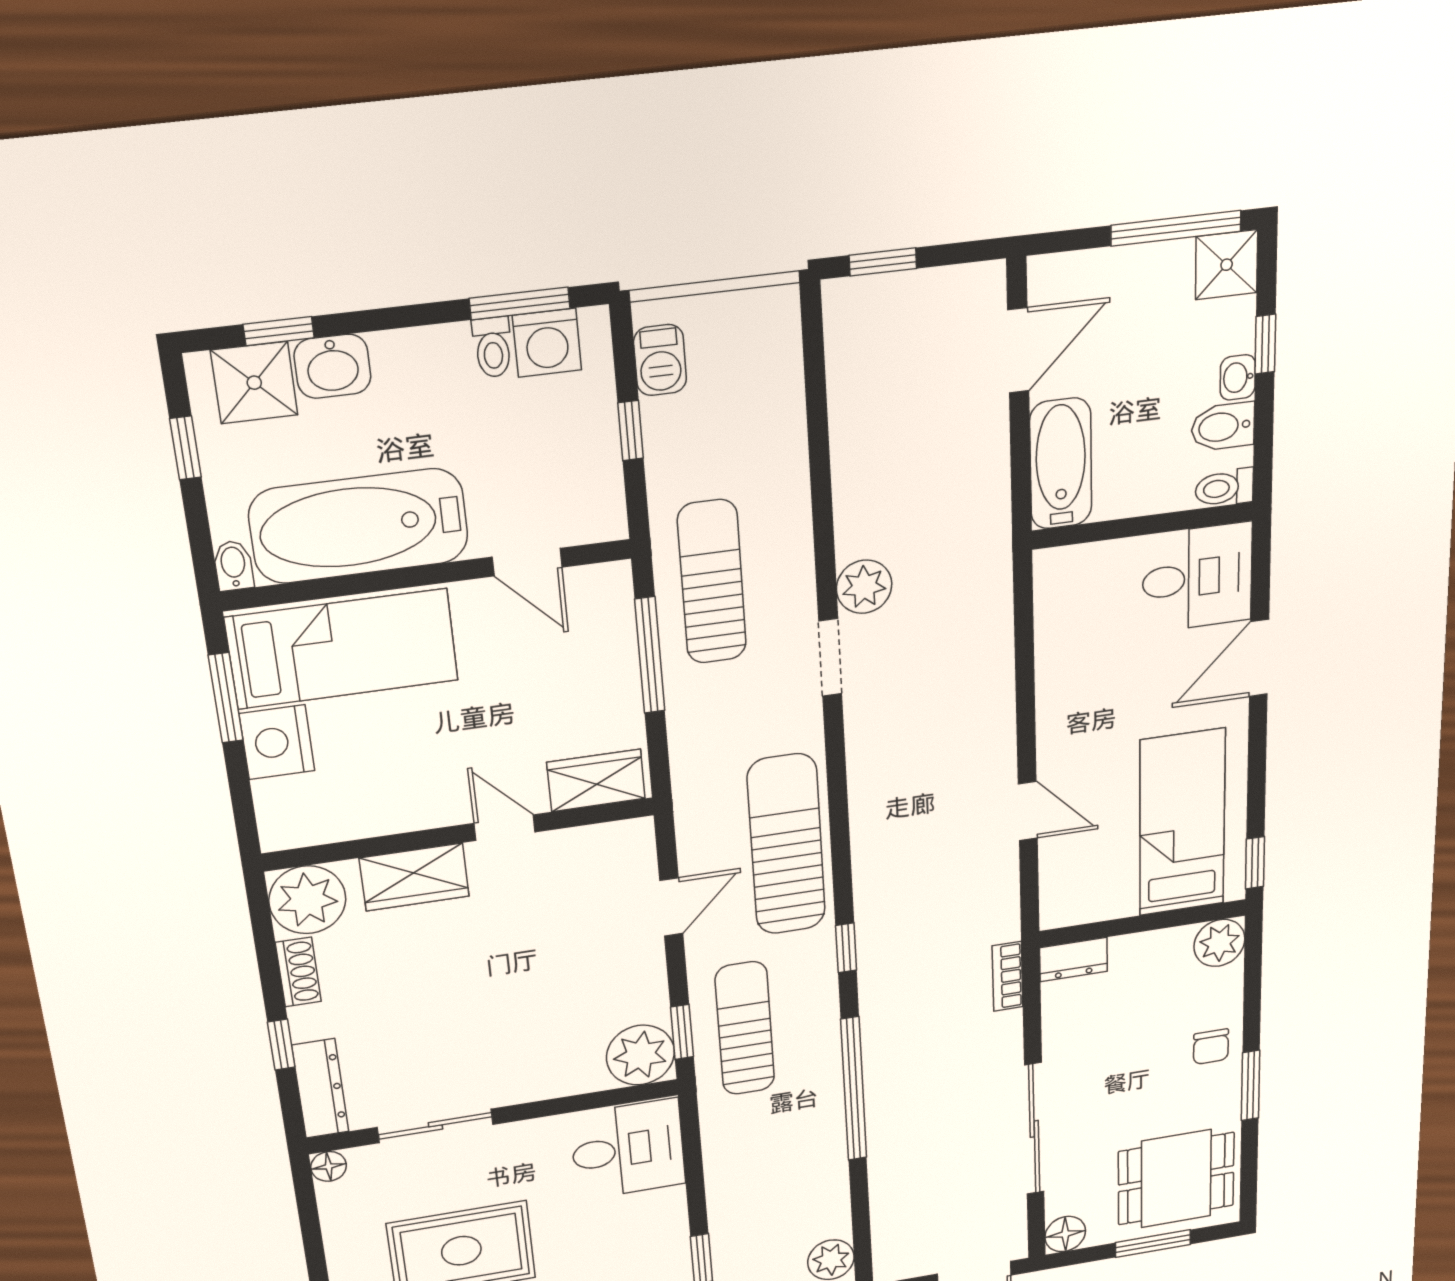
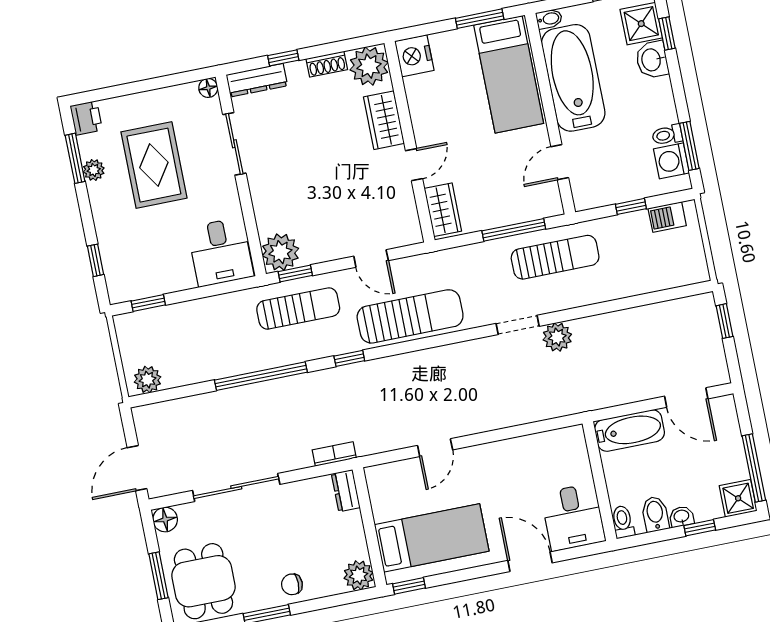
nightstand: (277, 742) -> (414, 56), moved, turned -90

